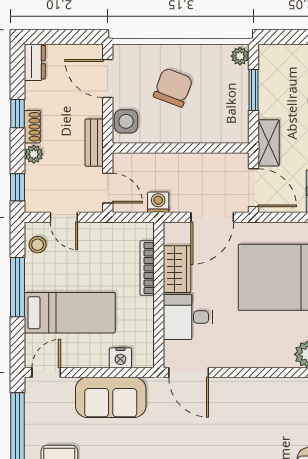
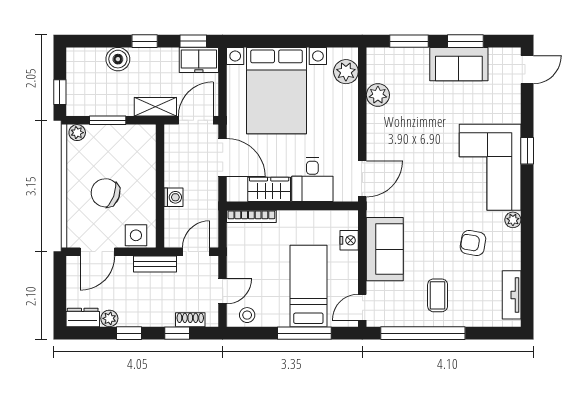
window: (285, 37) -> (60, 92), added
shoe rack: (32, 127) -> (190, 320), moved
plant: (34, 154) -> (109, 318), moved
window: (17, 187) -> (177, 333), moved
washing machine: (158, 202) -> (173, 197), moved, turned 180
bookcase: (147, 268) -> (251, 216), moved
window: (17, 287) -> (304, 333), moved
door: (46, 372) -> (362, 307), hinge flipped
plant: (282, 390) -> (378, 95), added

